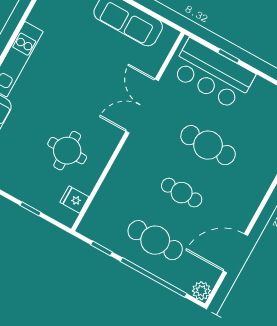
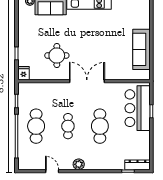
double door: (142, 106) -> (87, 81), moved
fridge: (74, 200) -> (23, 73), moved
door: (235, 253) -> (52, 171), width x0.53
plant: (201, 291) -> (79, 164), moved

